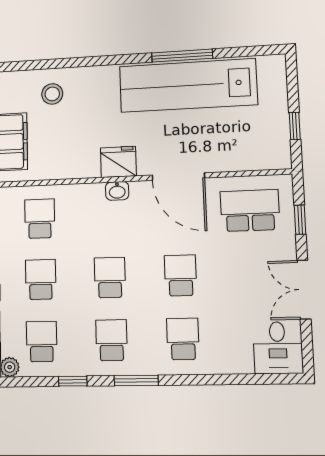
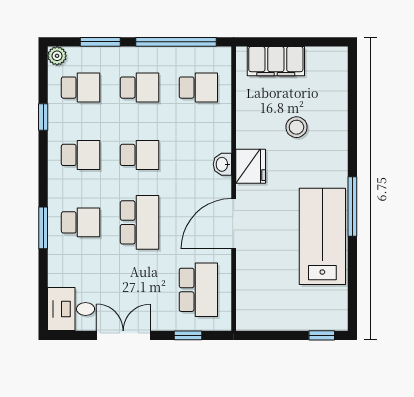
window: (182, 56) -> (352, 207), moved
lab bench: (188, 85) -> (322, 236), width x0.73
stool: (52, 94) -> (296, 127), moved
window: (295, 126) -> (322, 335), moved
school desk: (181, 275) -> (139, 222), width x1.85
window: (136, 380) -> (43, 228), moved

